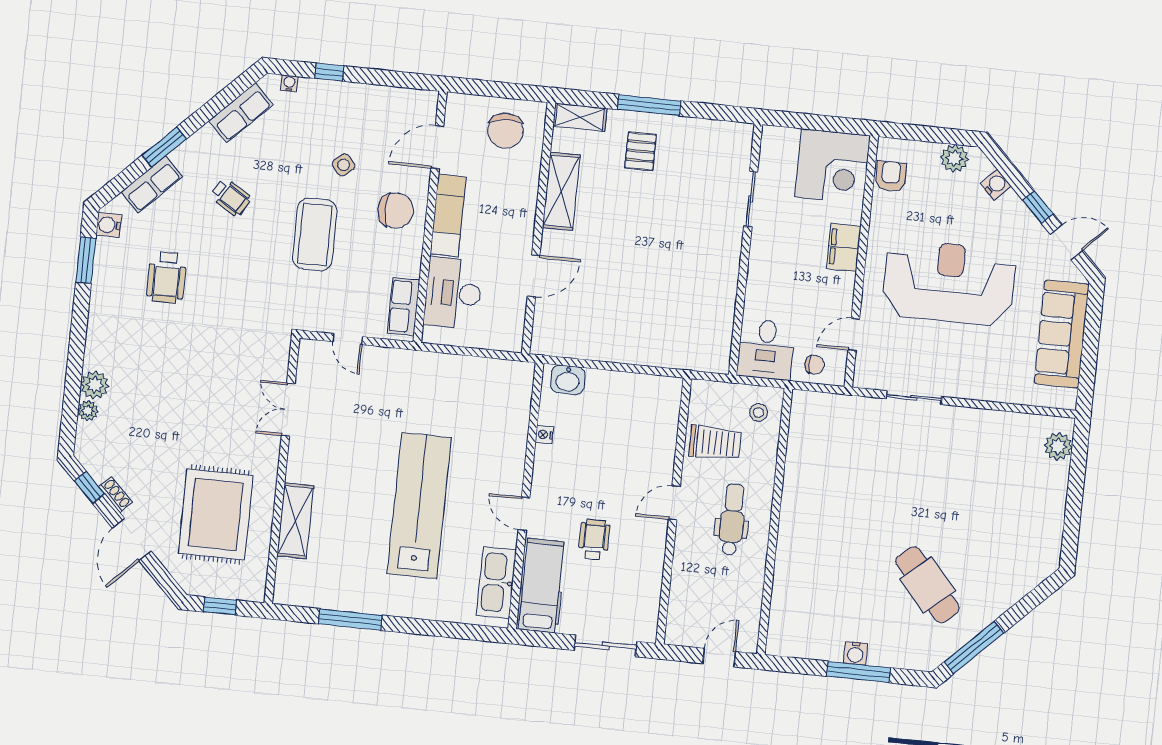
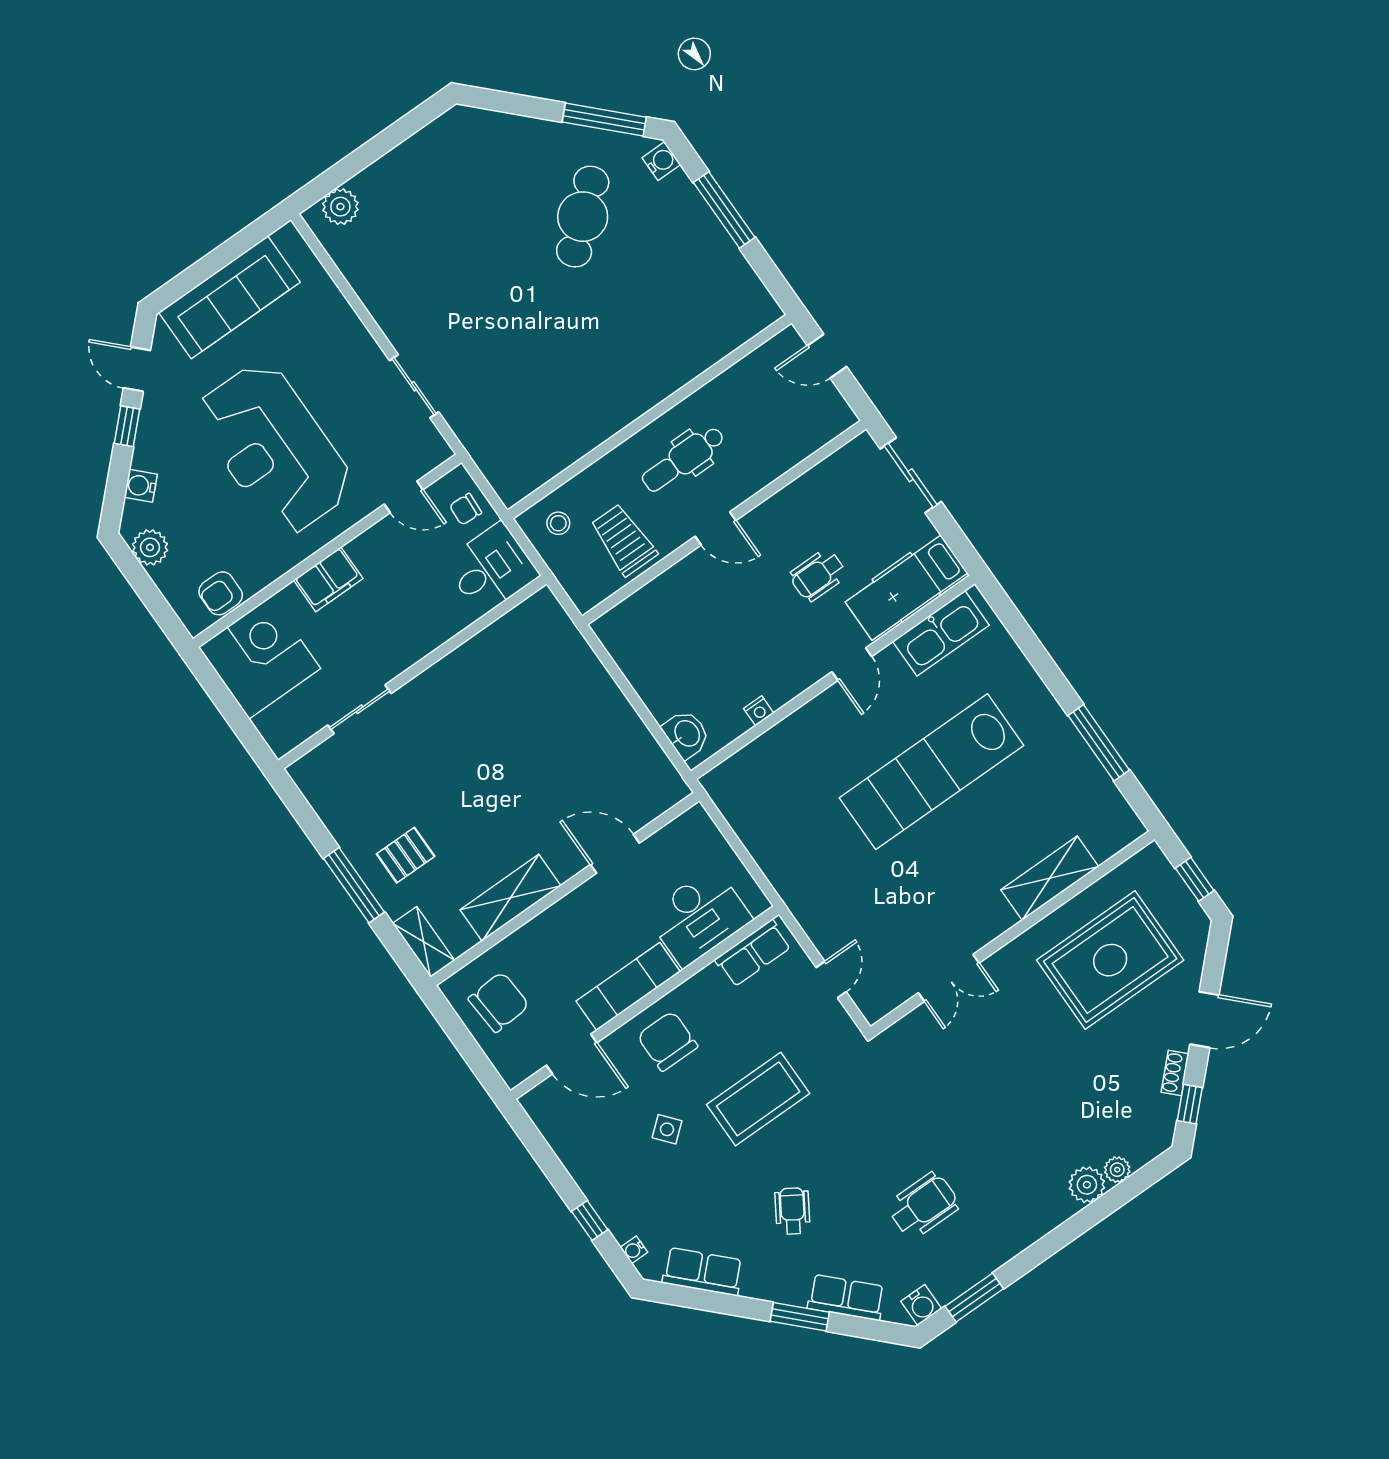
chair: (815, 365) -> (465, 509), turned -87
water cooler: (855, 653) -> (661, 161), moved

